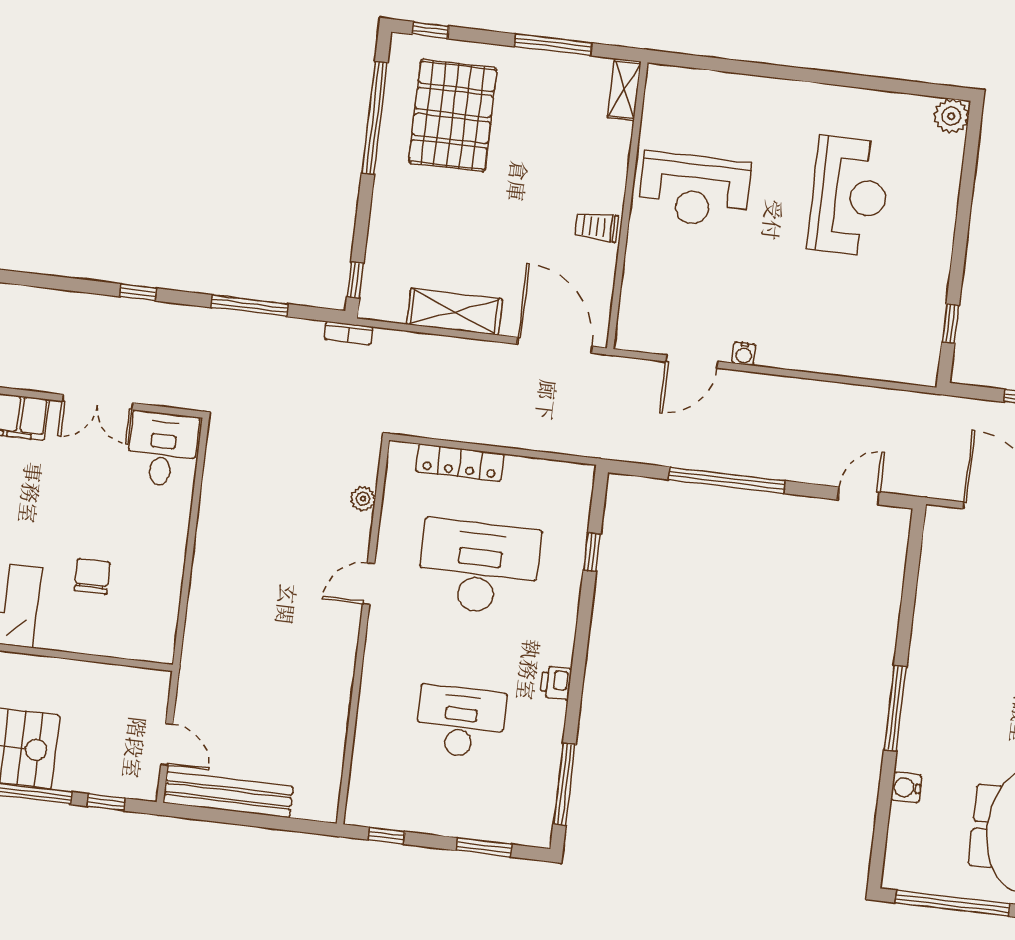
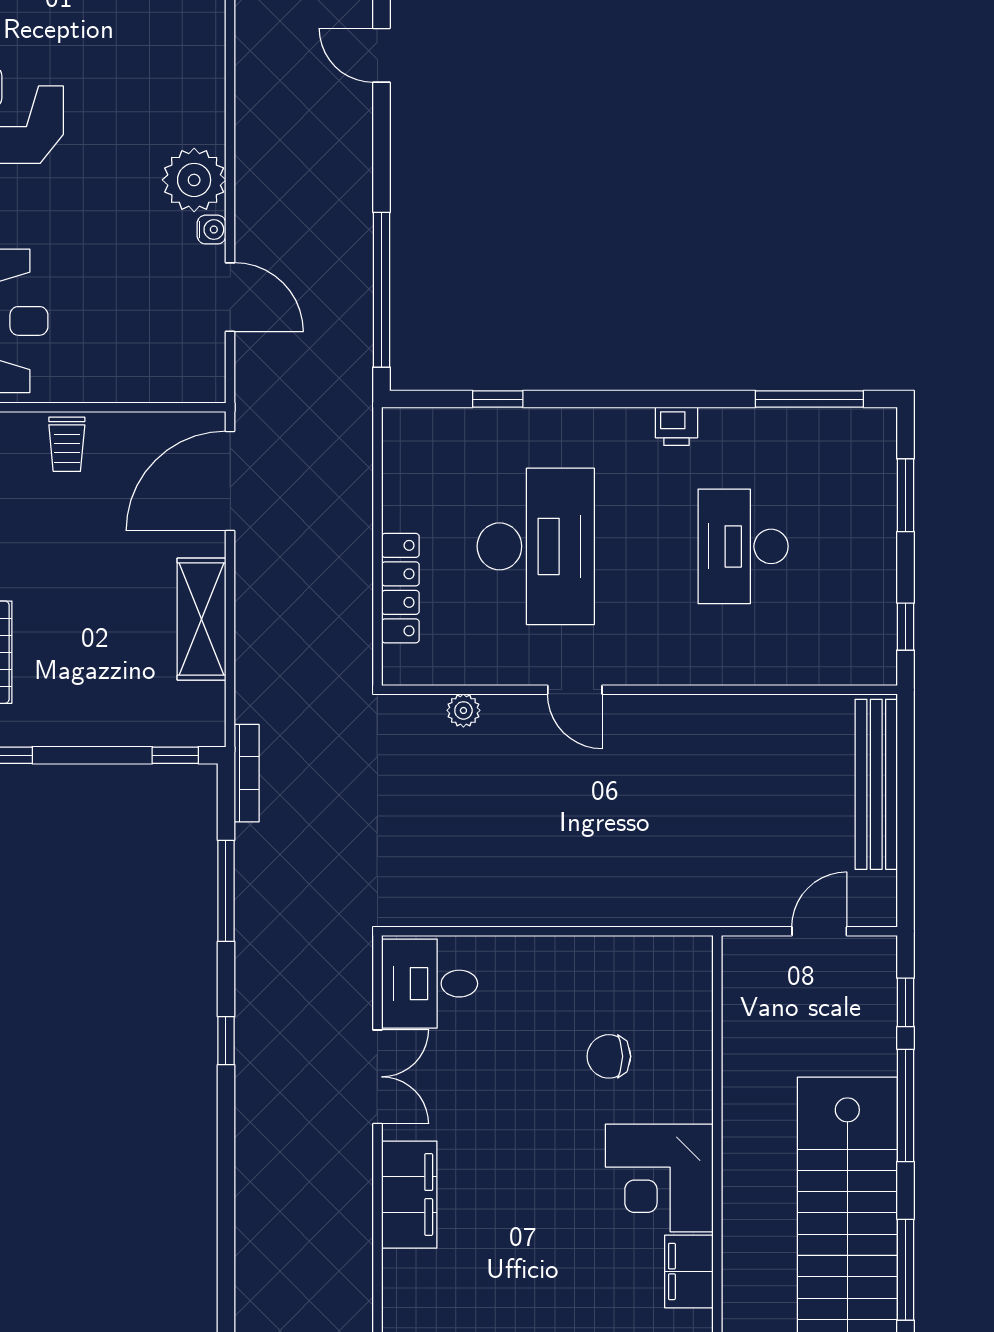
bookcase: (349, 333) -> (247, 773), width x1.56
plant: (782, 345) -> (194, 180), added
window: (727, 480) -> (382, 290), moved
desk: (479, 567) -> (536, 546), turned 180
bench: (228, 795) -> (876, 784), moved

